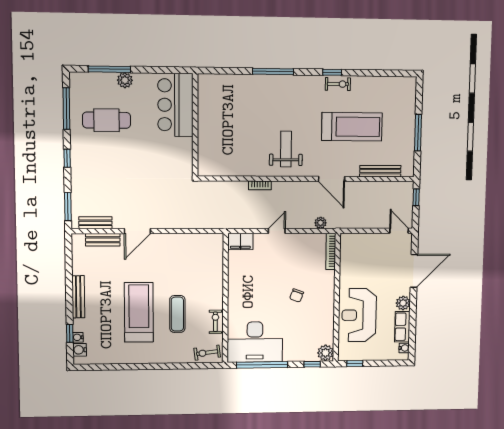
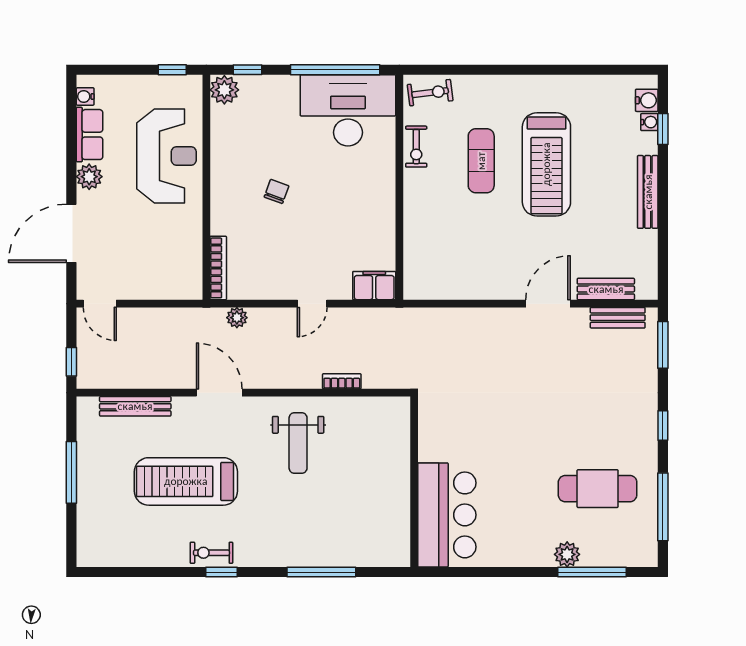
bar counter: (175, 105) -> (447, 515), moved
wall: (195, 125) -> (414, 482), moved

